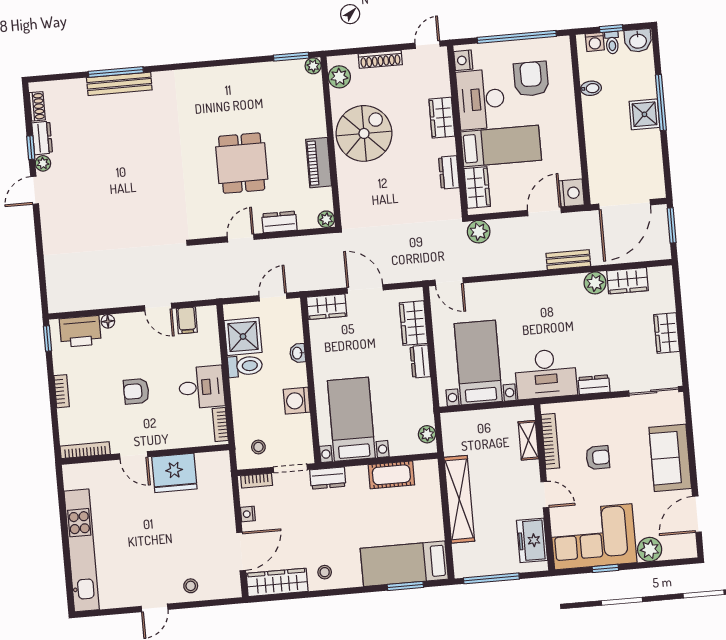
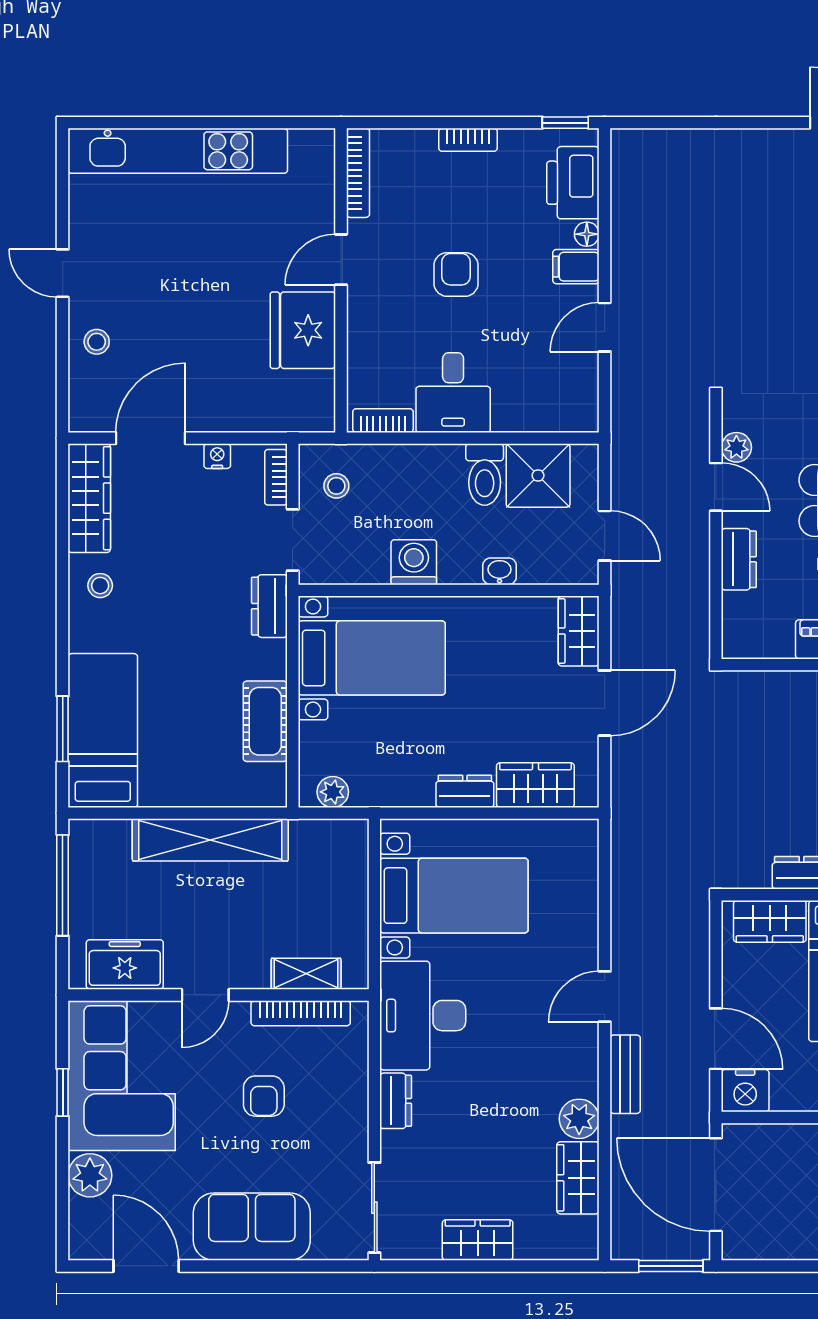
plant: (326, 219) -> (736, 447), moved
plant: (479, 232) -> (690, 917), removed
door: (449, 282) -> (605, 997), moved
filing cabinet: (187, 320) -> (576, 267), moved
door: (241, 552) -> (151, 438), swing flipped

